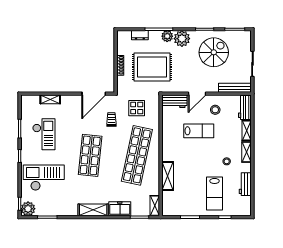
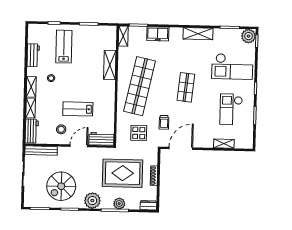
dresser: (140, 35) -> (148, 205), moved
plant: (167, 36) -> (119, 204), moved
shop shelf: (90, 155) -> (186, 87), width x0.70, depth x0.74
shelving: (93, 210) -> (198, 34), moved

